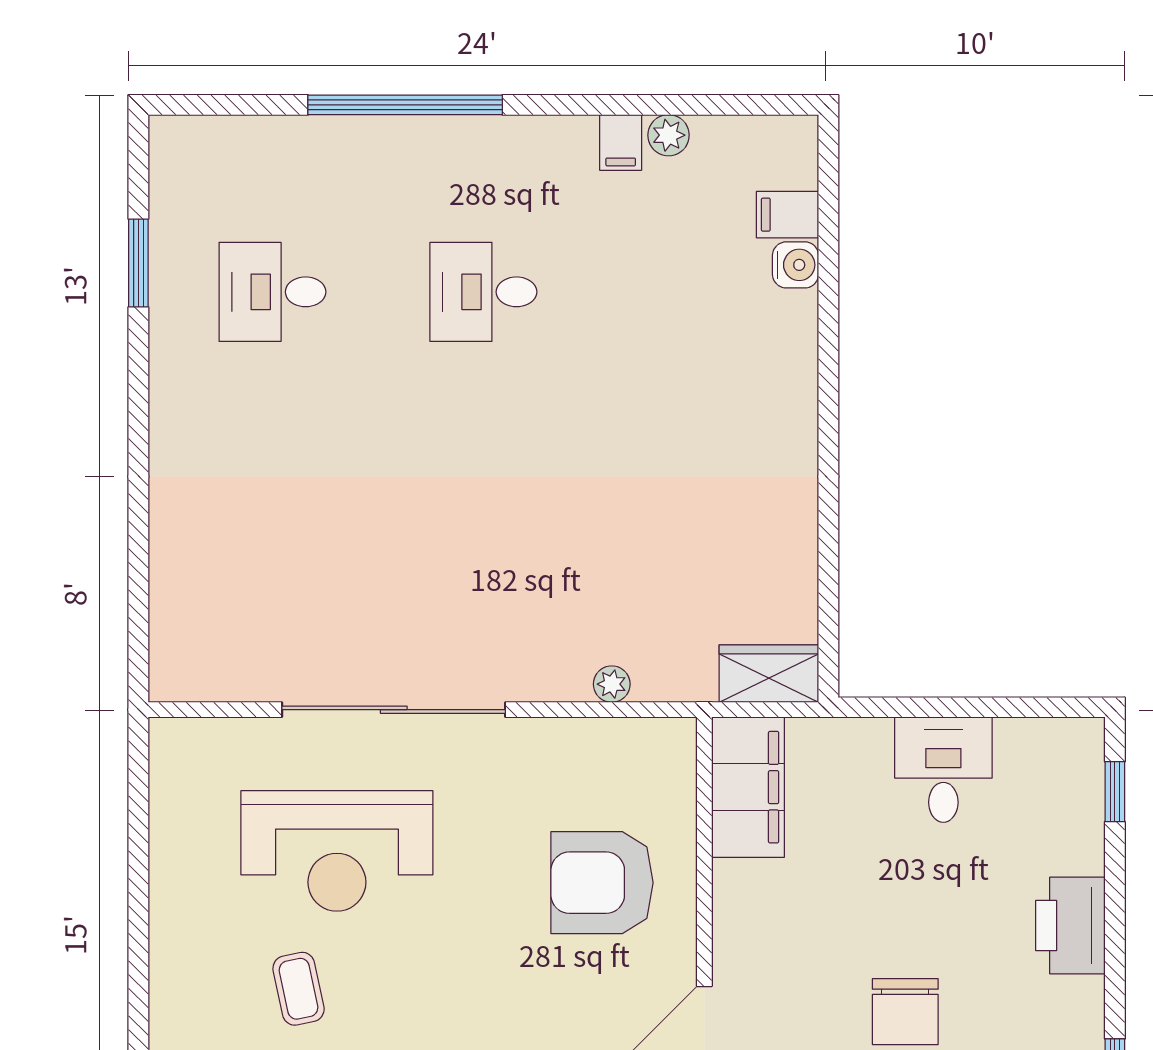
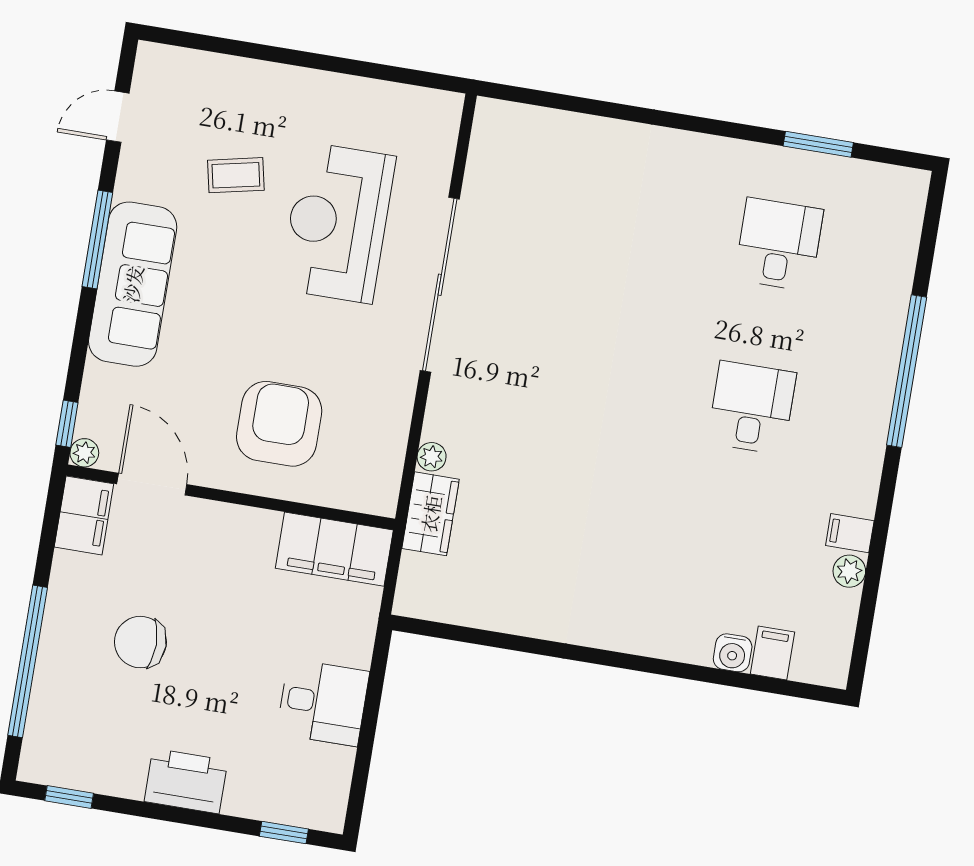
wardrobe: (769, 674) -> (431, 514), moved

